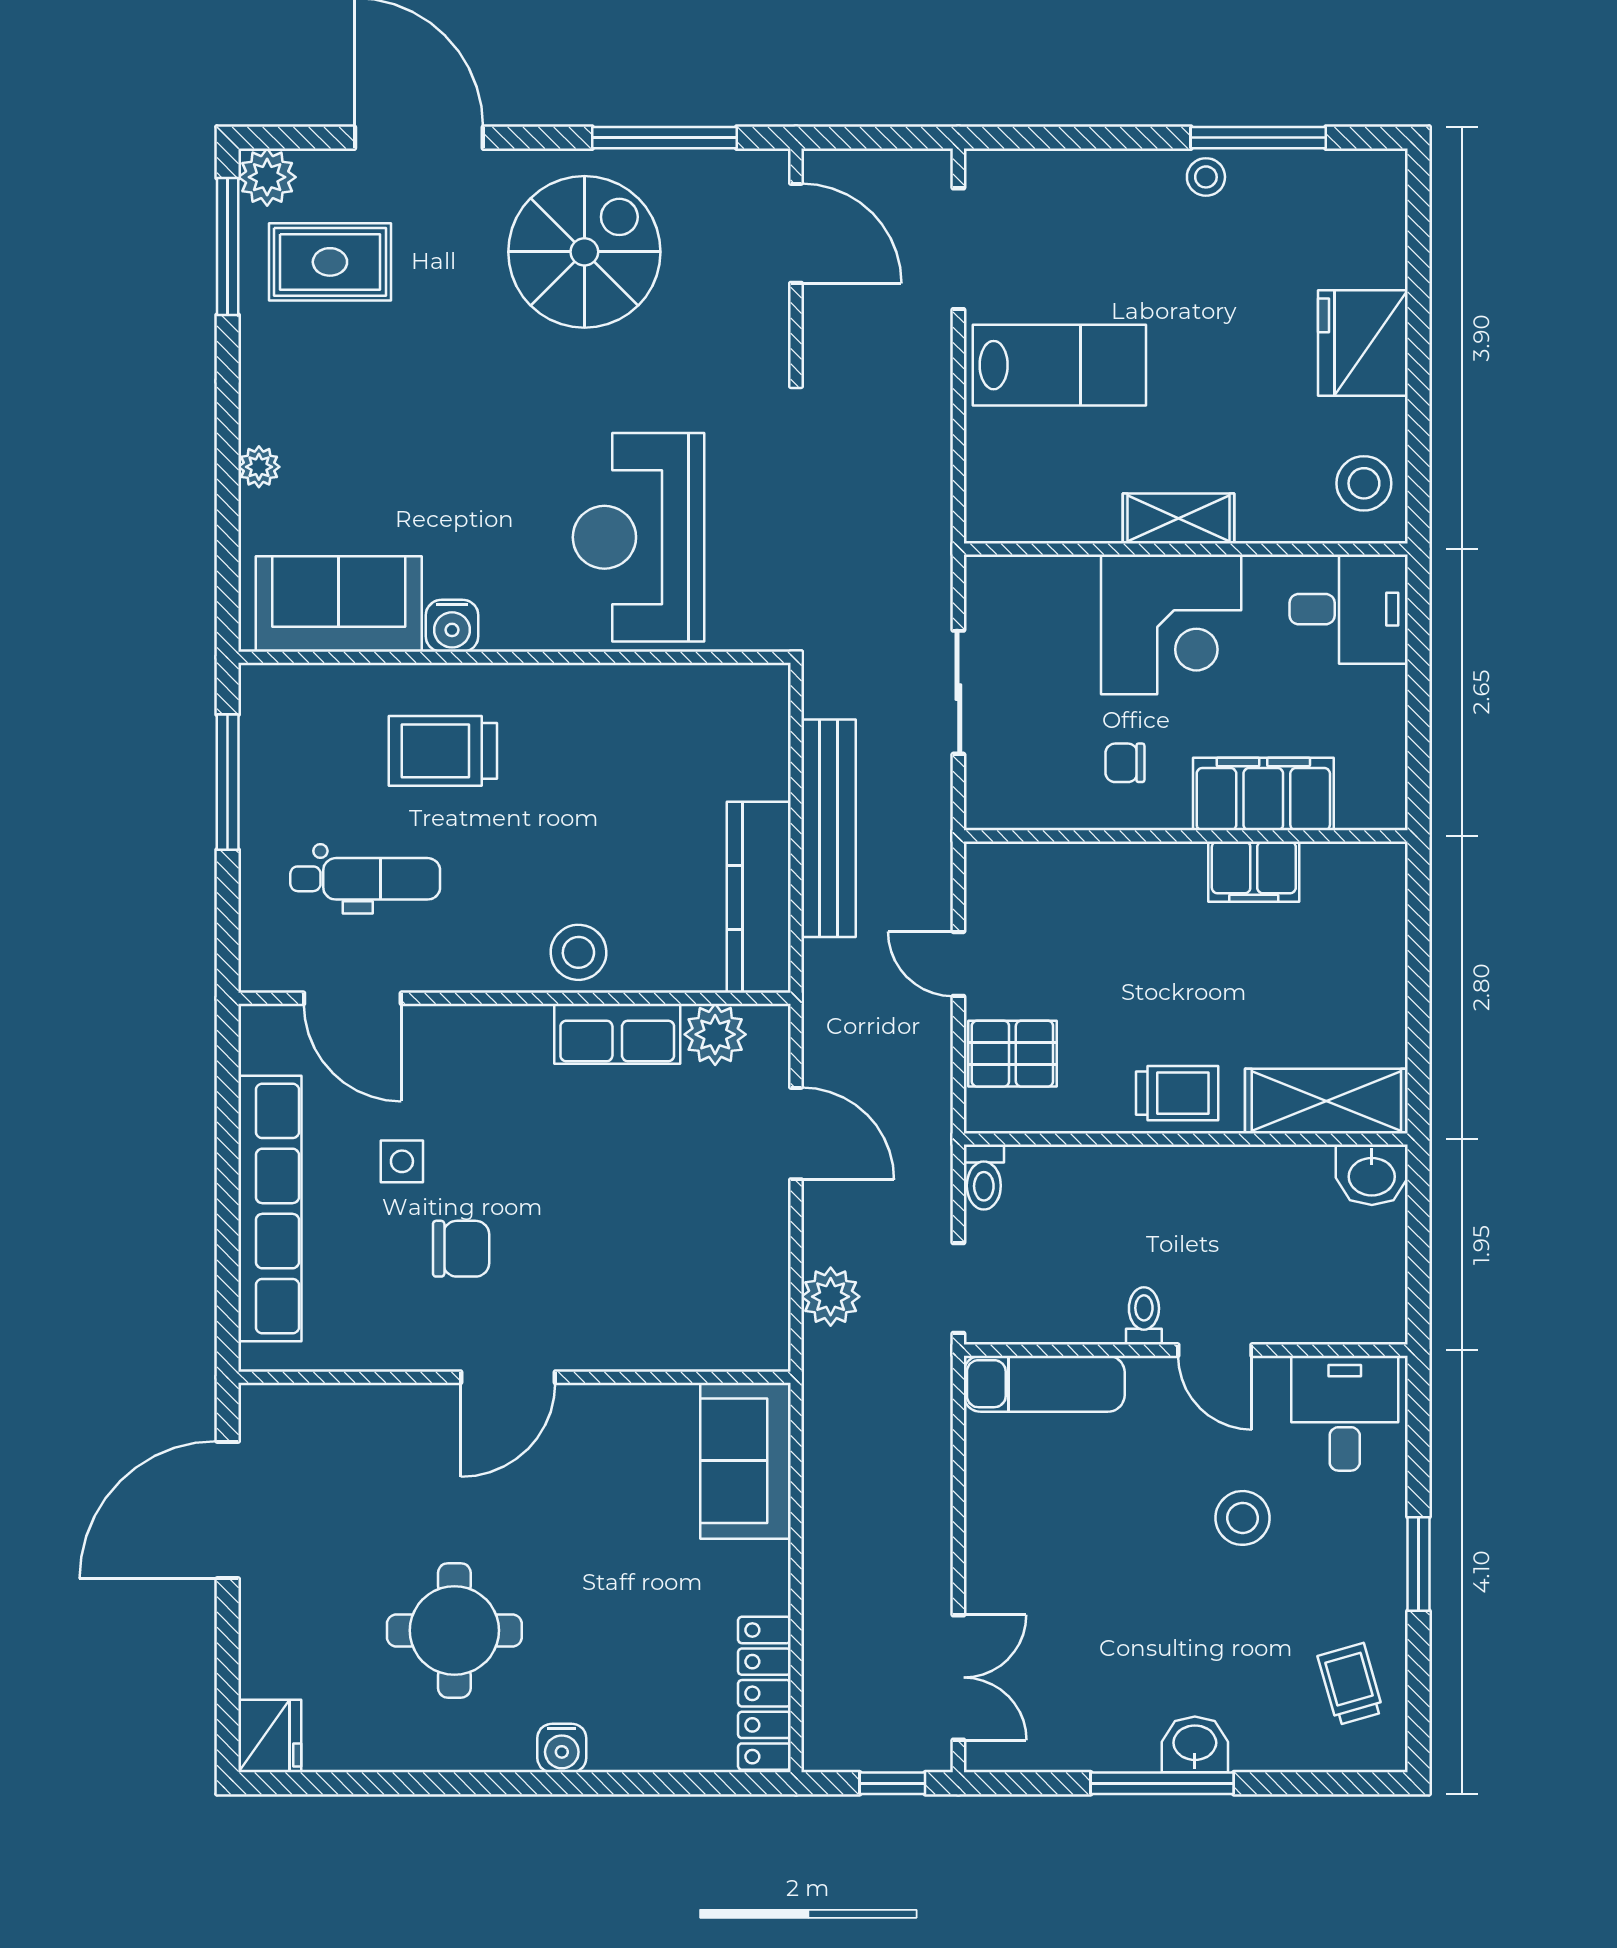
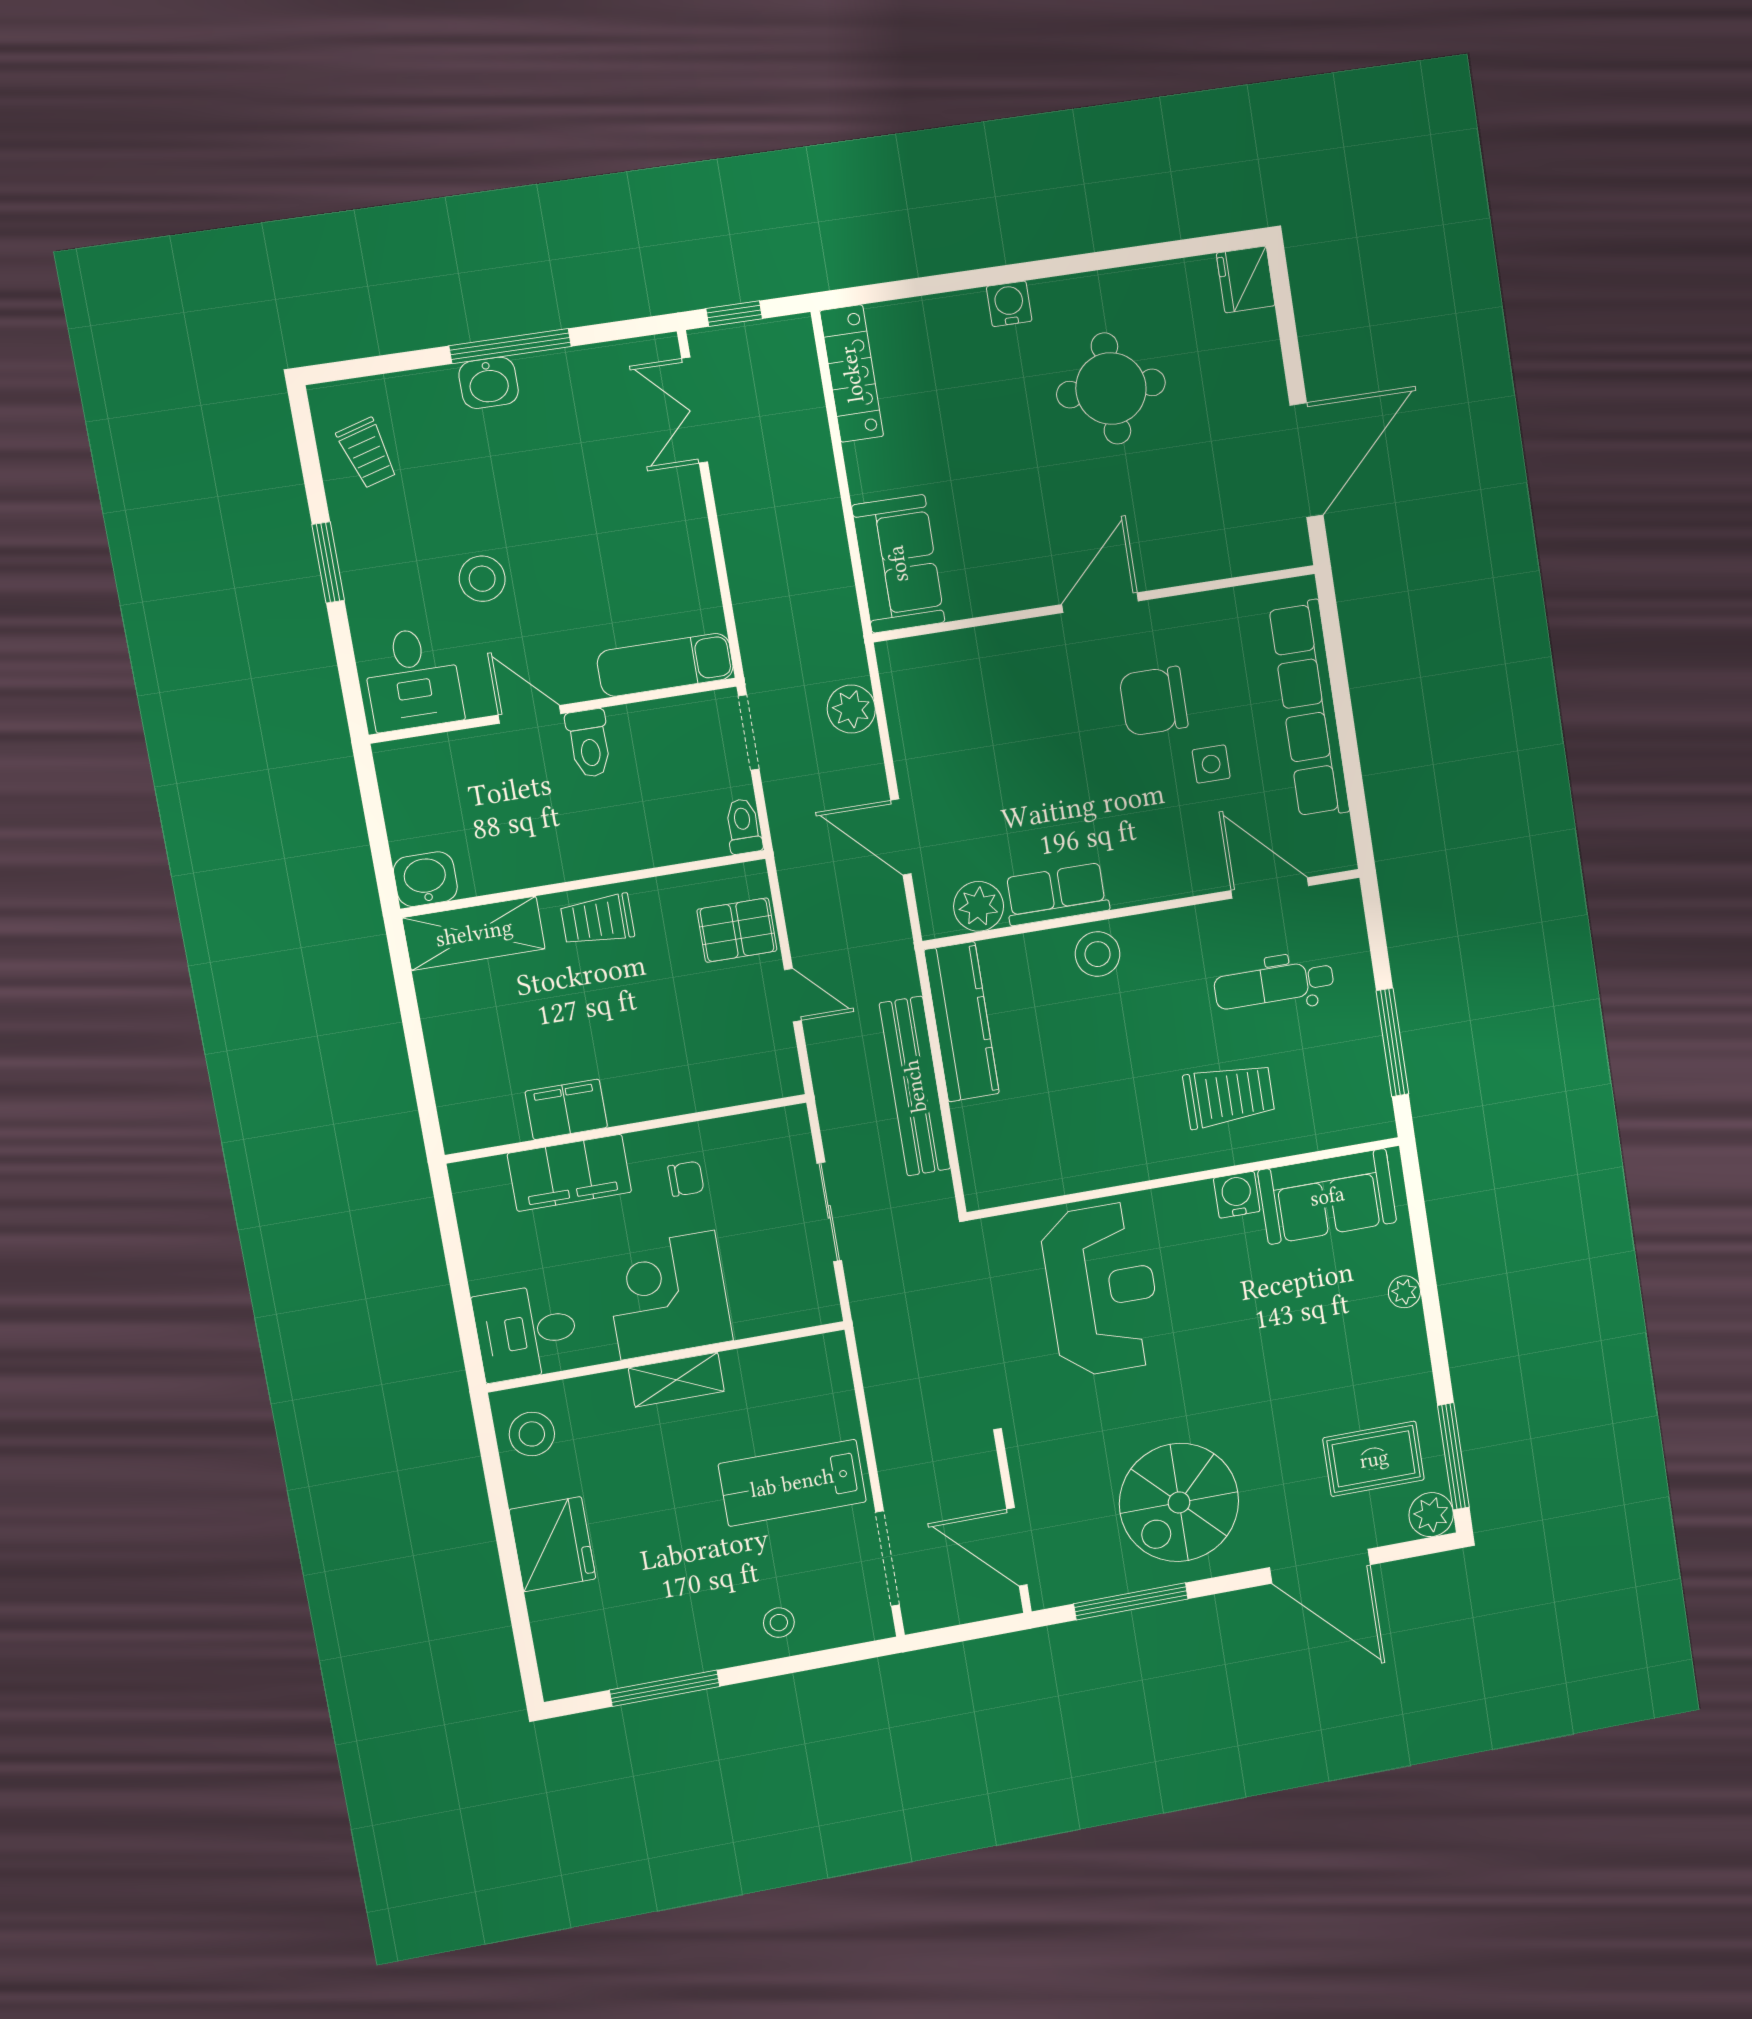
stool: (1206, 177) -> (779, 1623), moved
chair: (461, 1249) -> (1154, 701), width x1.37, depth x1.37
toilet: (1144, 1316) -> (589, 743), width x1.37, depth x1.39

